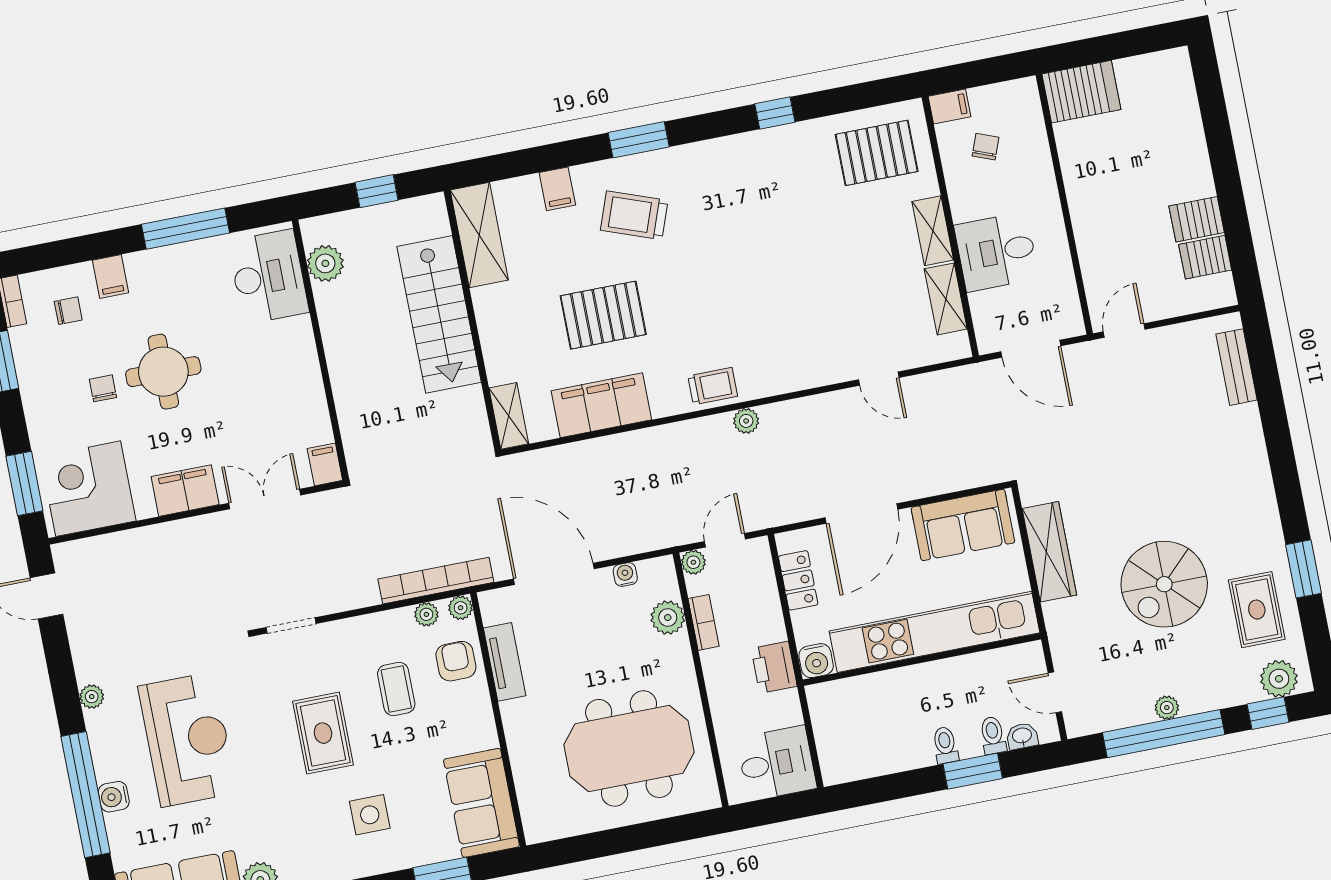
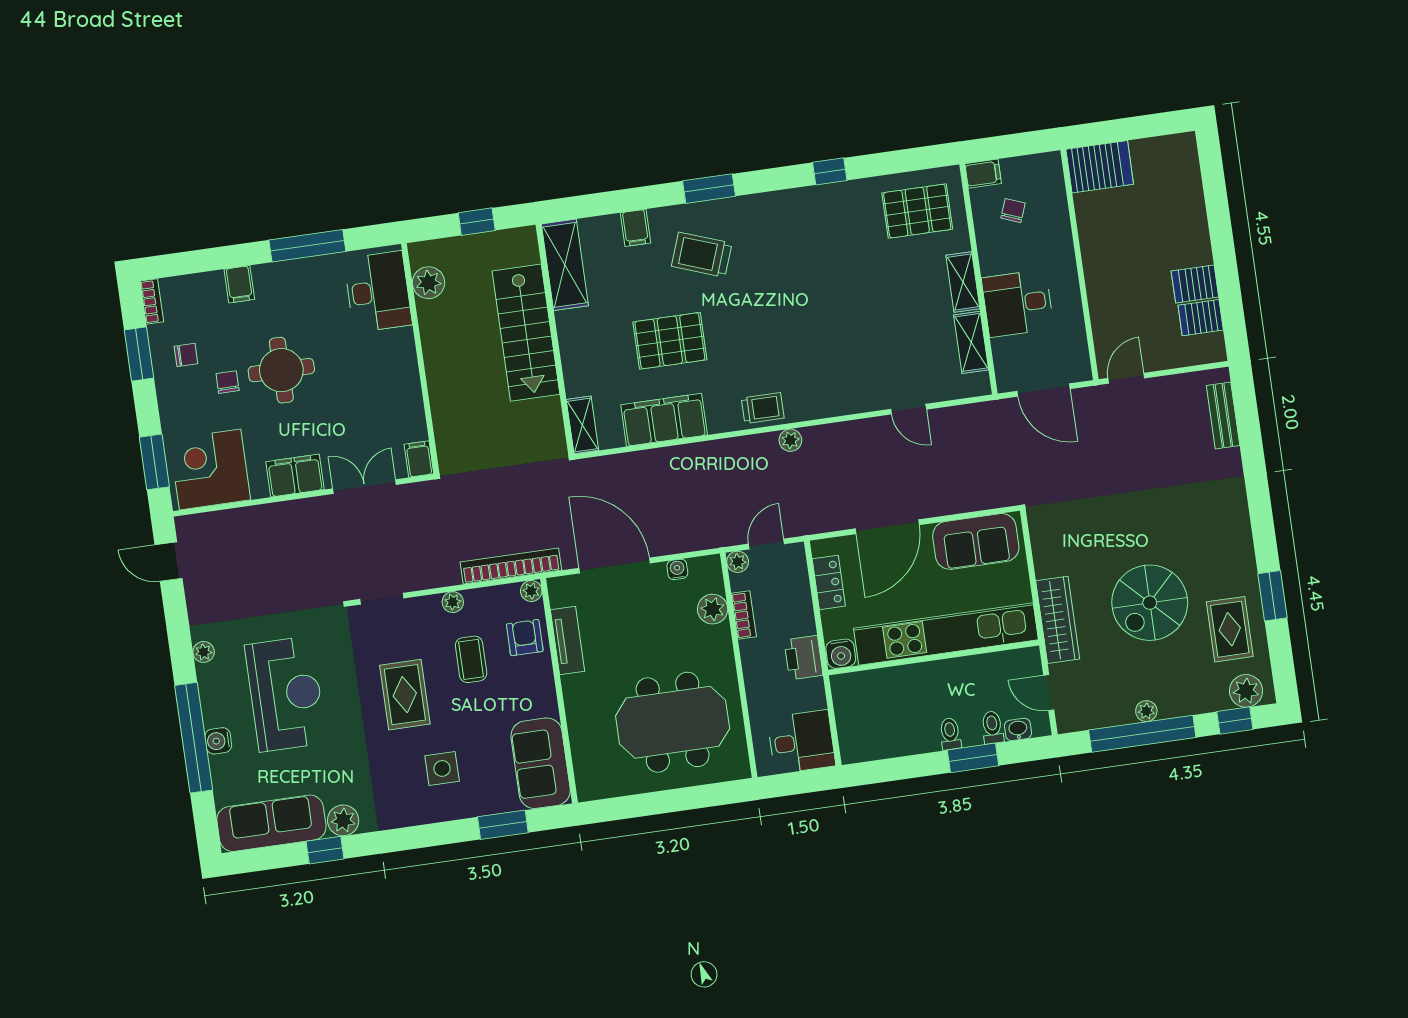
chair: (68, 311) -> (186, 355), moved
wardrobe: (1049, 552) -> (1058, 620), moved
plant: (426, 614) -> (453, 602), moved

